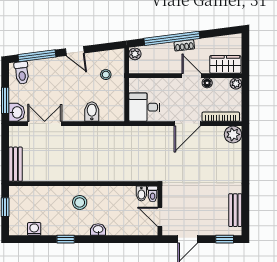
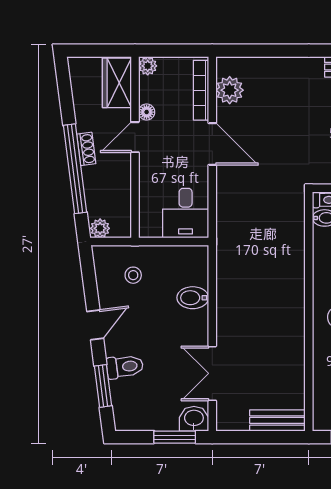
window: (37, 56) -> (103, 386), width x0.69
toilet: (22, 73) -> (125, 367), moved
plant: (233, 134) -> (230, 90), moved

